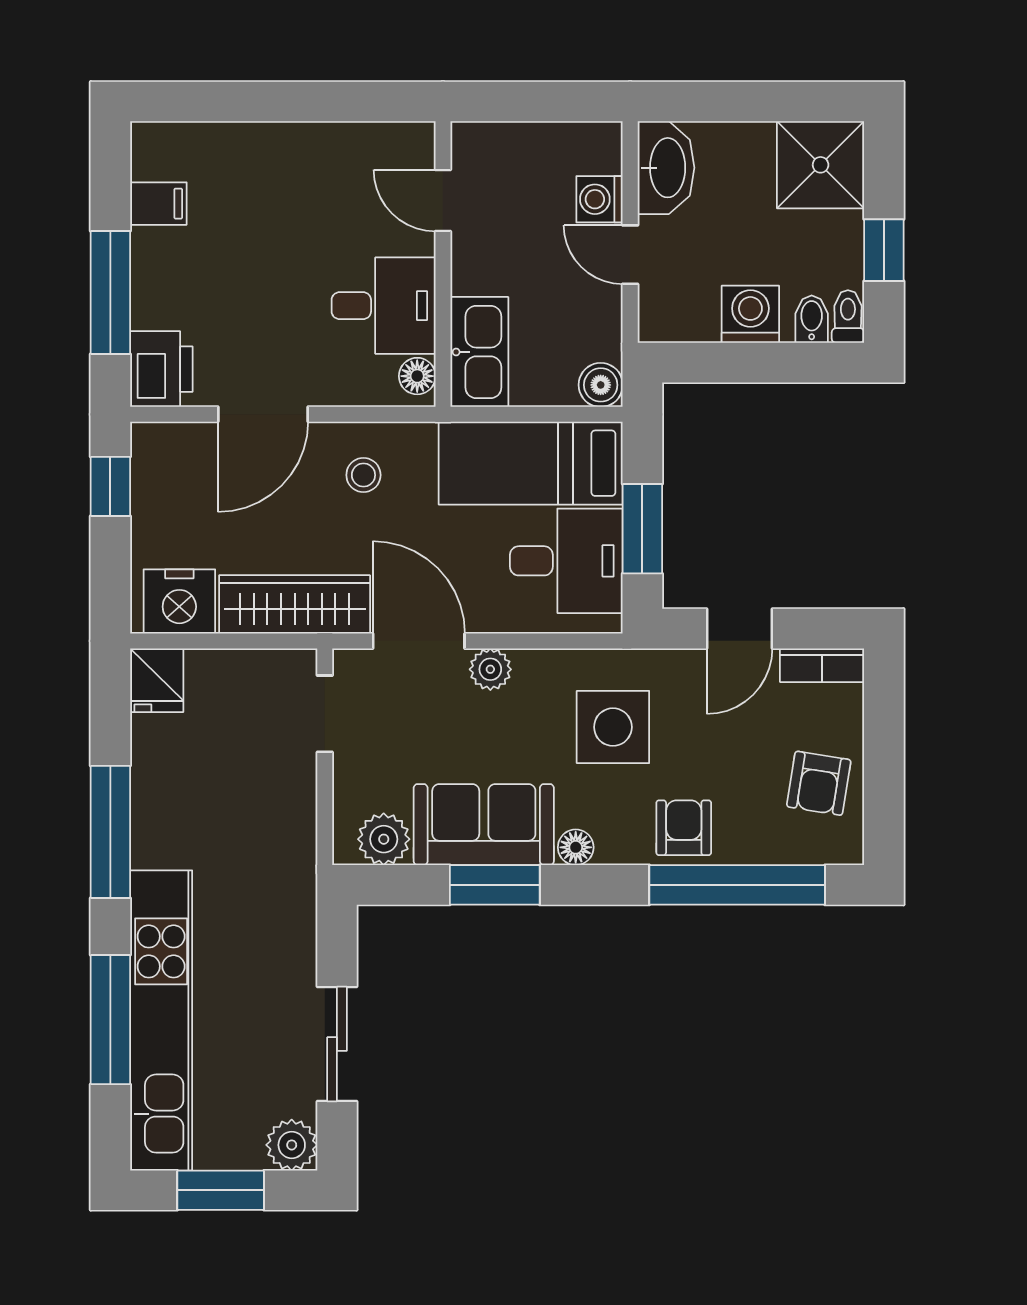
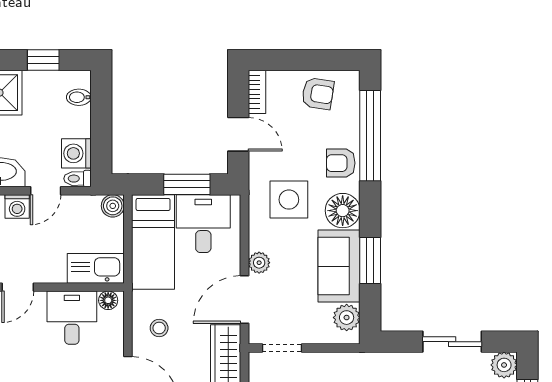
washing machine: (750, 314) -> (76, 153), moved
toilet: (848, 317) -> (78, 179), moved
floor lamp: (576, 847) -> (343, 211), width x1.89, depth x1.89

